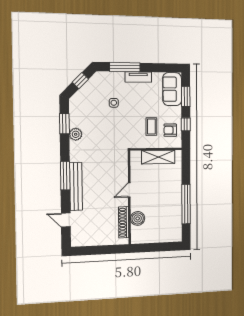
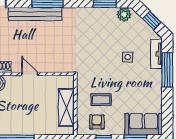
tv unit: (138, 77) -> (156, 54), moved
plant: (76, 134) -> (124, 14), moved

